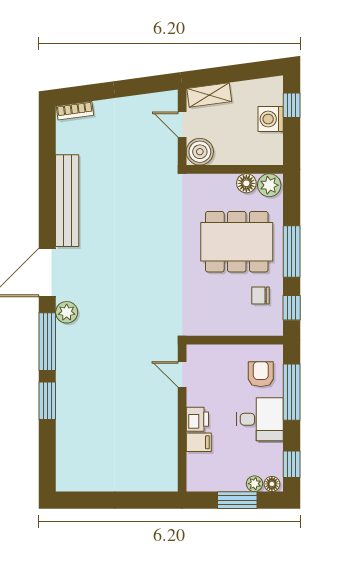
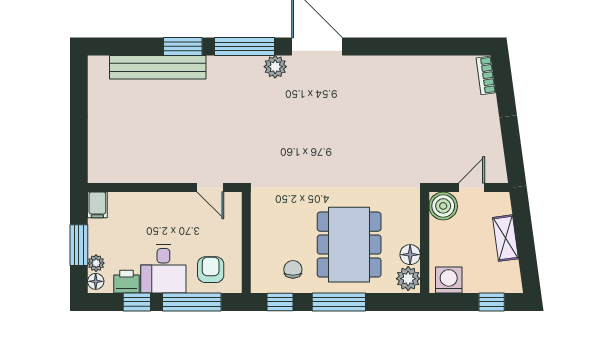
shelving: (209, 95) -> (506, 238), moved
washing machine: (271, 119) -> (449, 280), moved
bench: (67, 201) -> (158, 67), moved
door: (182, 374) -> (210, 187), swing flipped
armchair: (261, 374) -> (211, 270), turned -90
printer: (197, 419) -> (126, 282), moved, turned 180
filing cabinet: (199, 442) -> (97, 205), moved
window: (292, 464) -> (137, 302), moved

